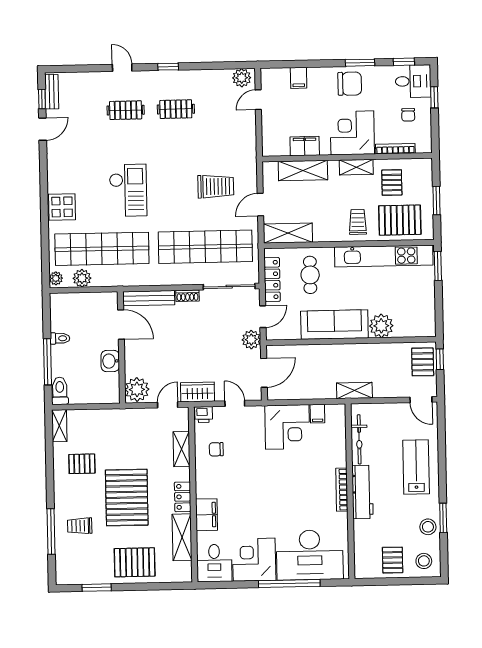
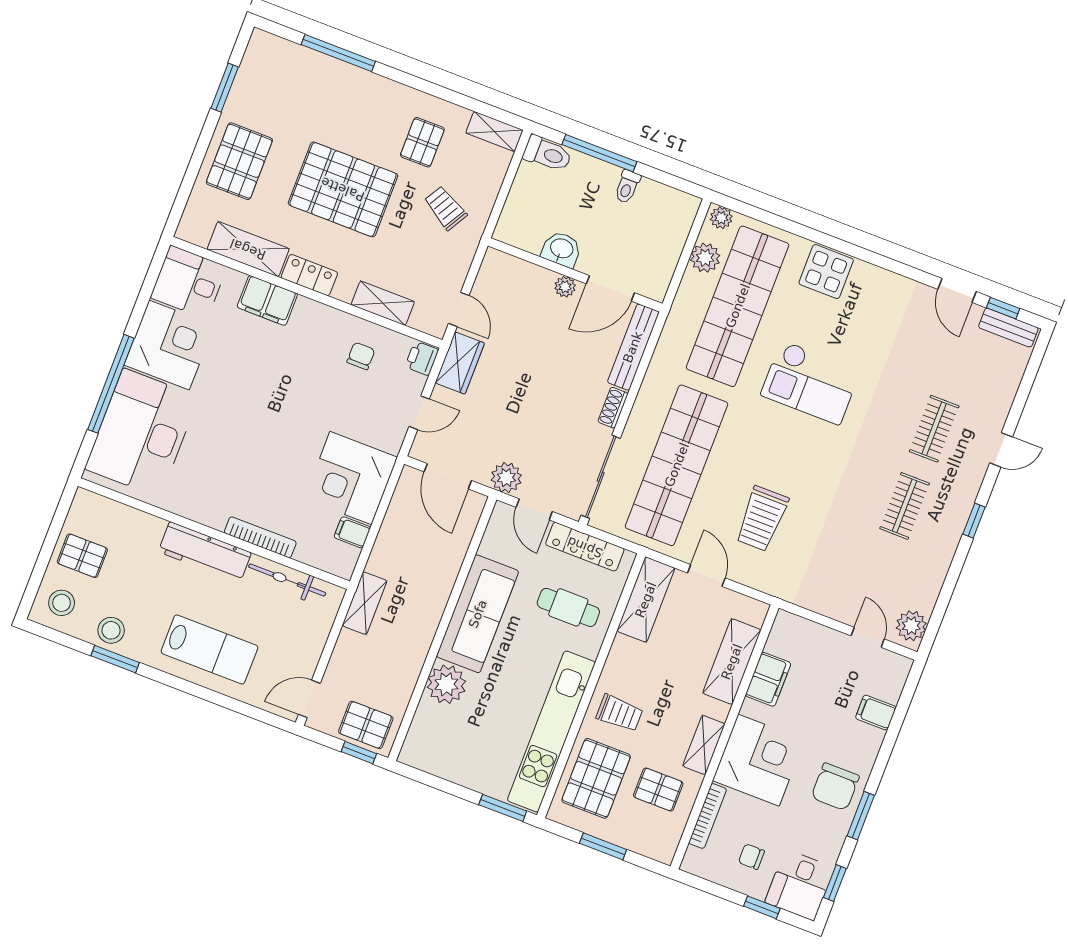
plant: (137, 389) -> (565, 287), moved, width x0.53, depth x0.53
bookcase: (342, 490) -> (260, 537), moved
trolley: (80, 526) -> (445, 208), moved, turned -60

